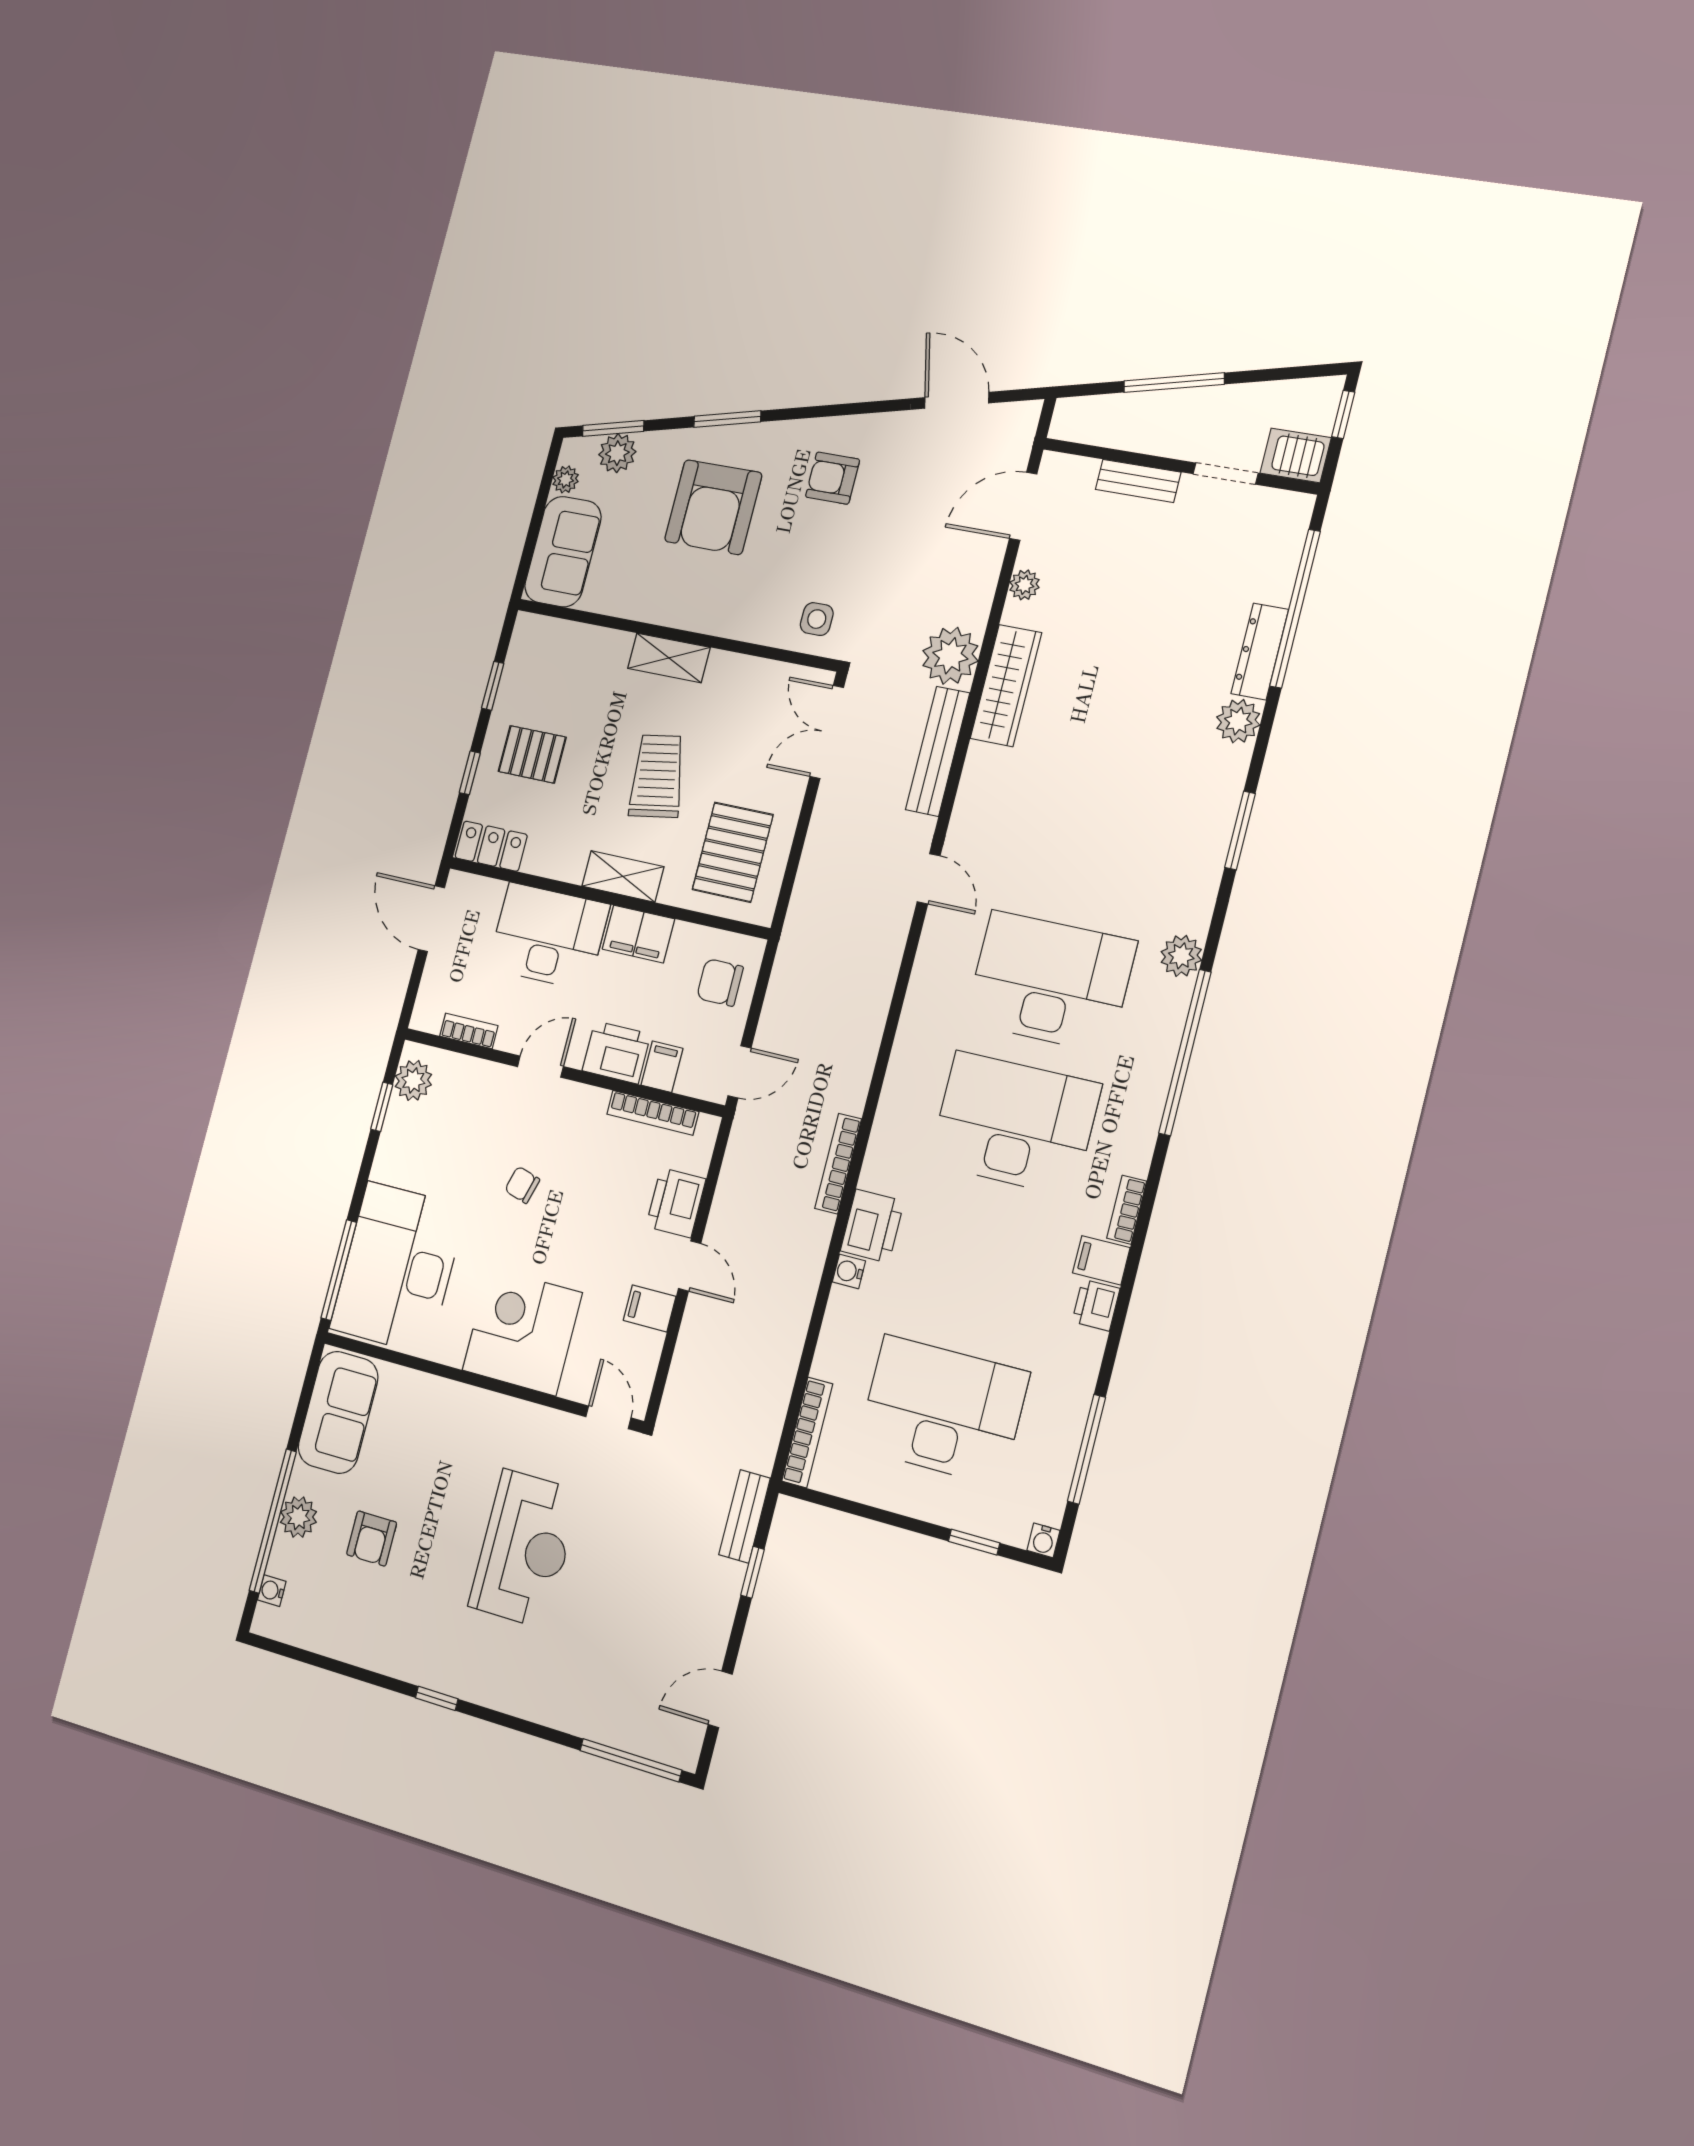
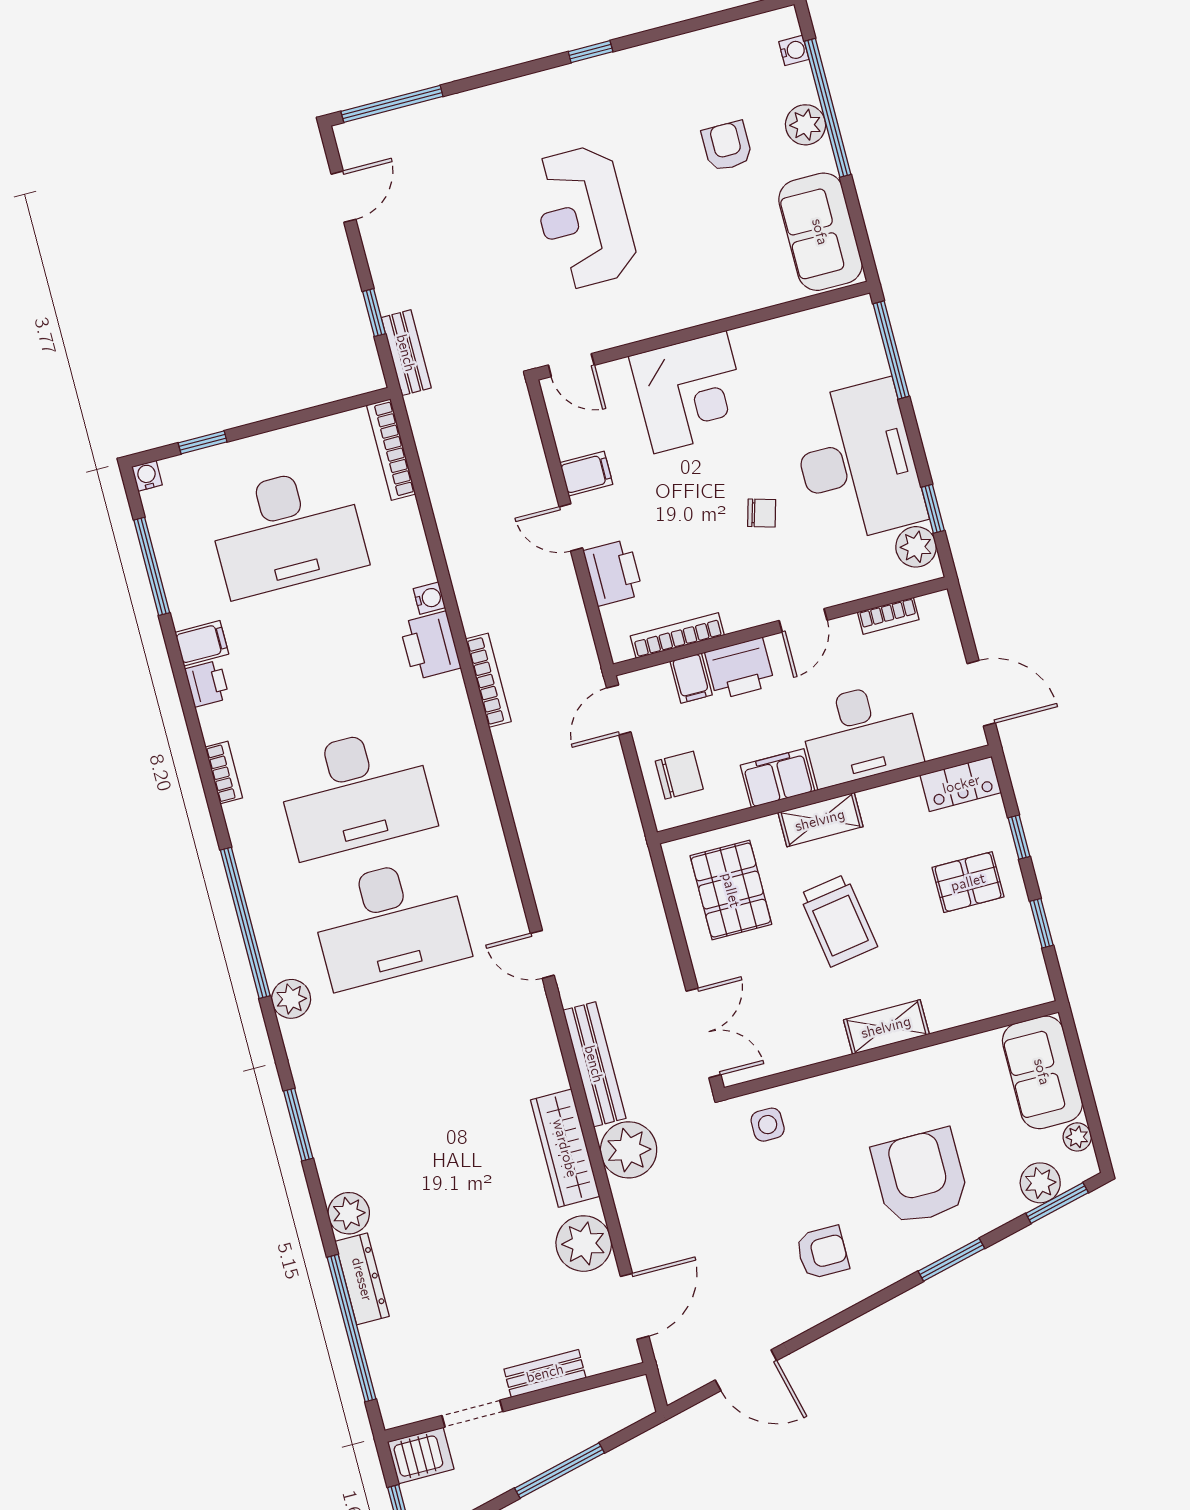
plant: (1024, 585) -> (584, 1244), width x1.87, depth x1.87
filing cabinet: (1101, 1260) -> (202, 643), moved
desk: (398, 1268) -> (857, 462), moved

